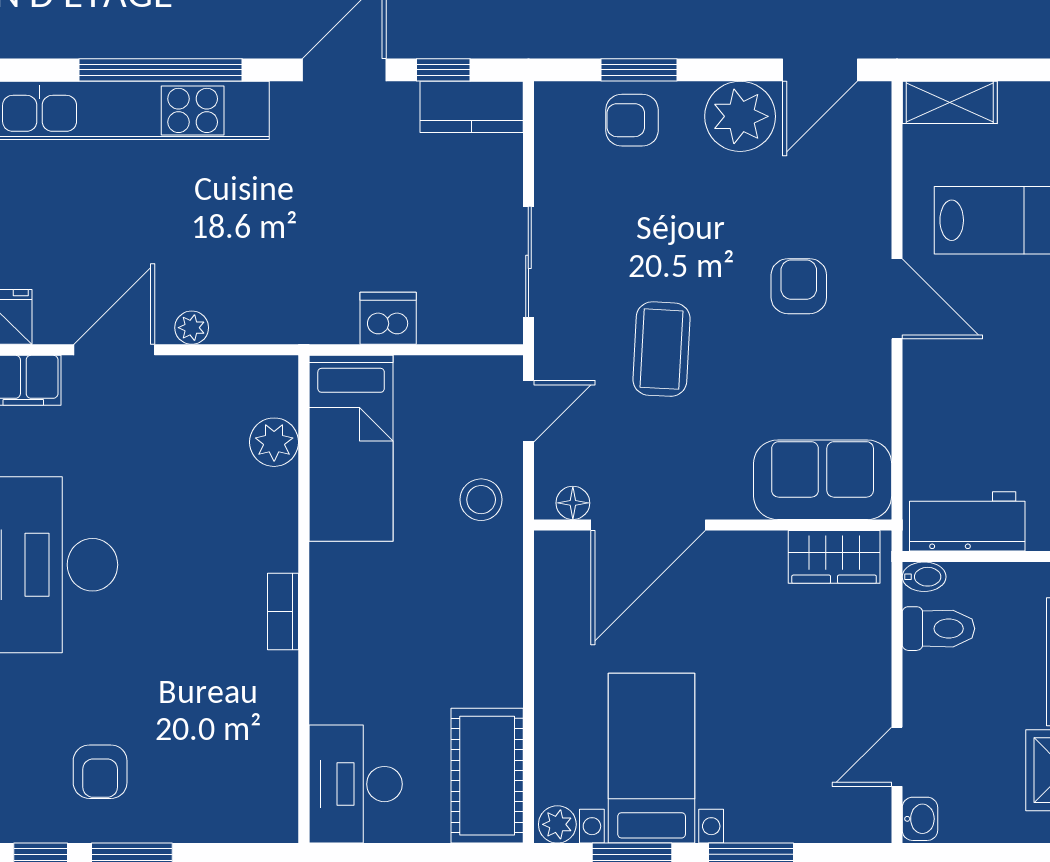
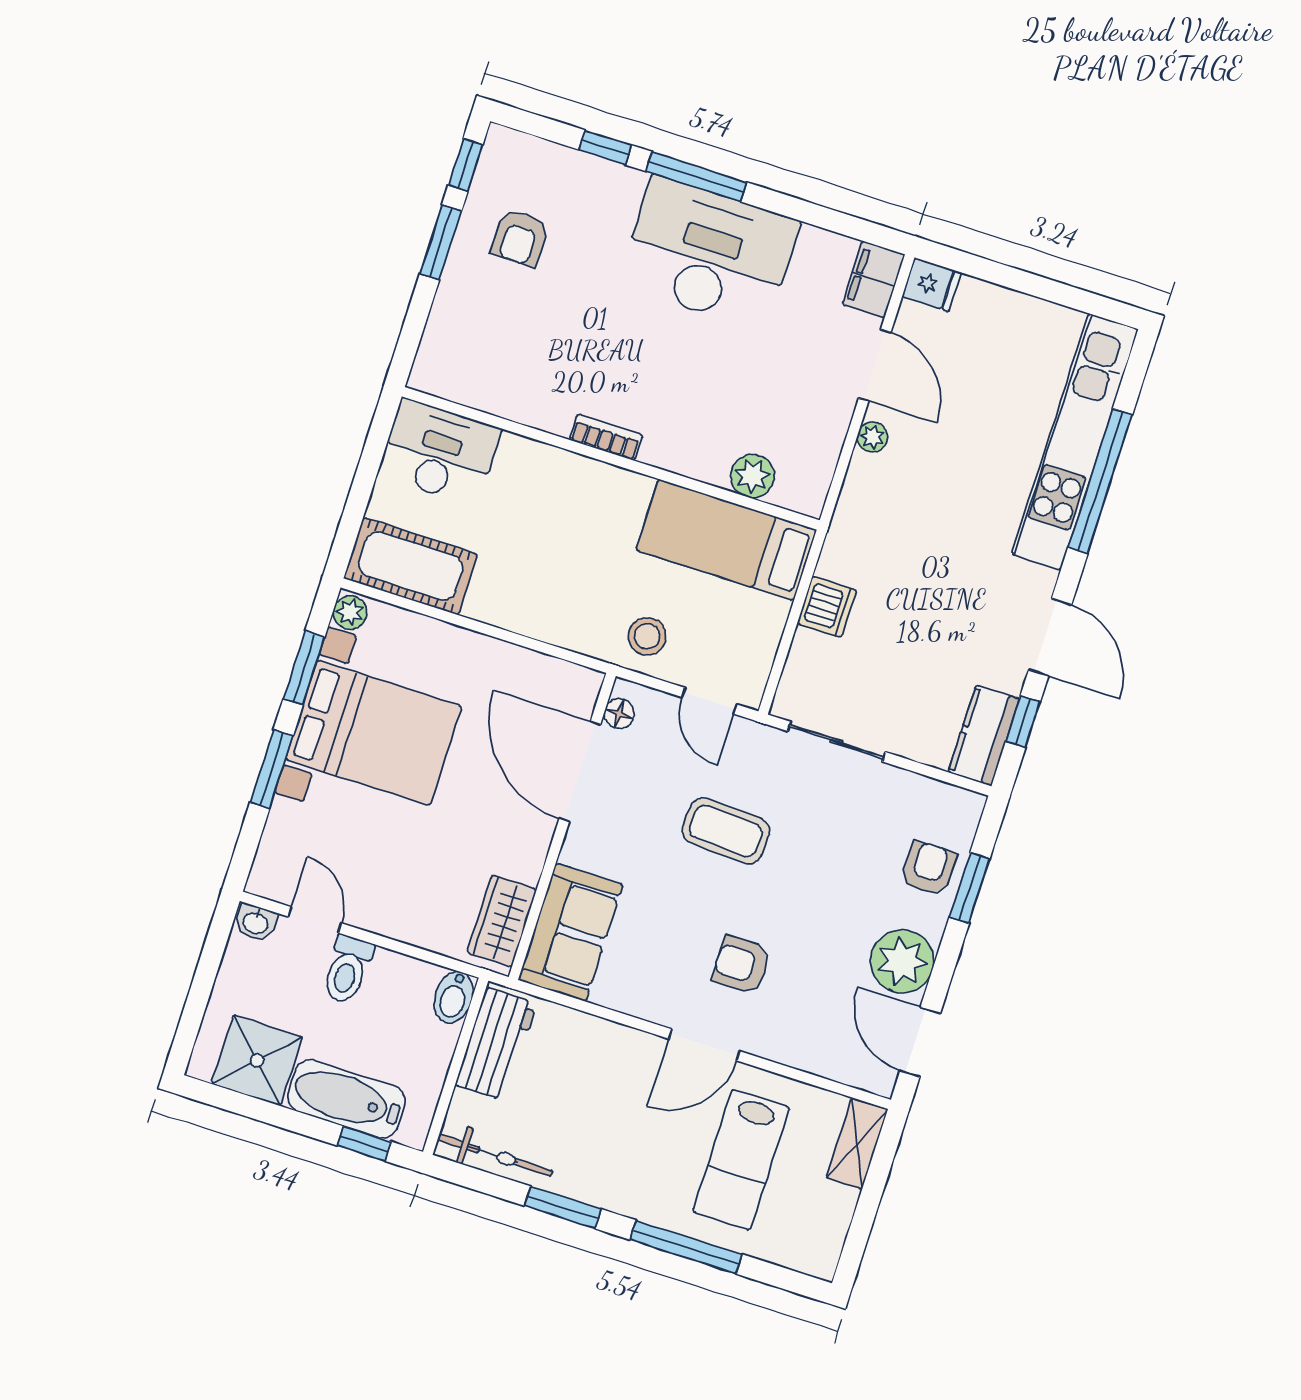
armchair: (799, 286) -> (742, 965), turned 180
bidet: (924, 577) -> (453, 997), width x1.38, depth x1.36
toilet: (939, 629) -> (347, 969), moved
bed with nightstands: (652, 758) -> (373, 733), width x1.36
armchair: (100, 772) -> (520, 238), turned -90

